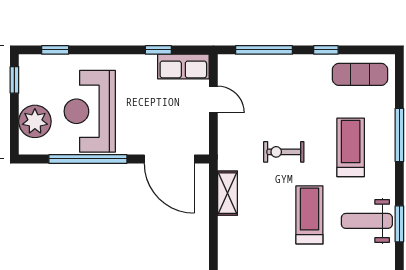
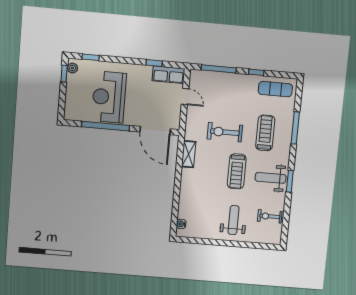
plant: (35, 121) -> (72, 68), moved, width x0.53, depth x0.53
exercise bike: (284, 152) -> (225, 132), width x1.38, depth x1.39
treadmill: (309, 215) -> (237, 171), turned 180

